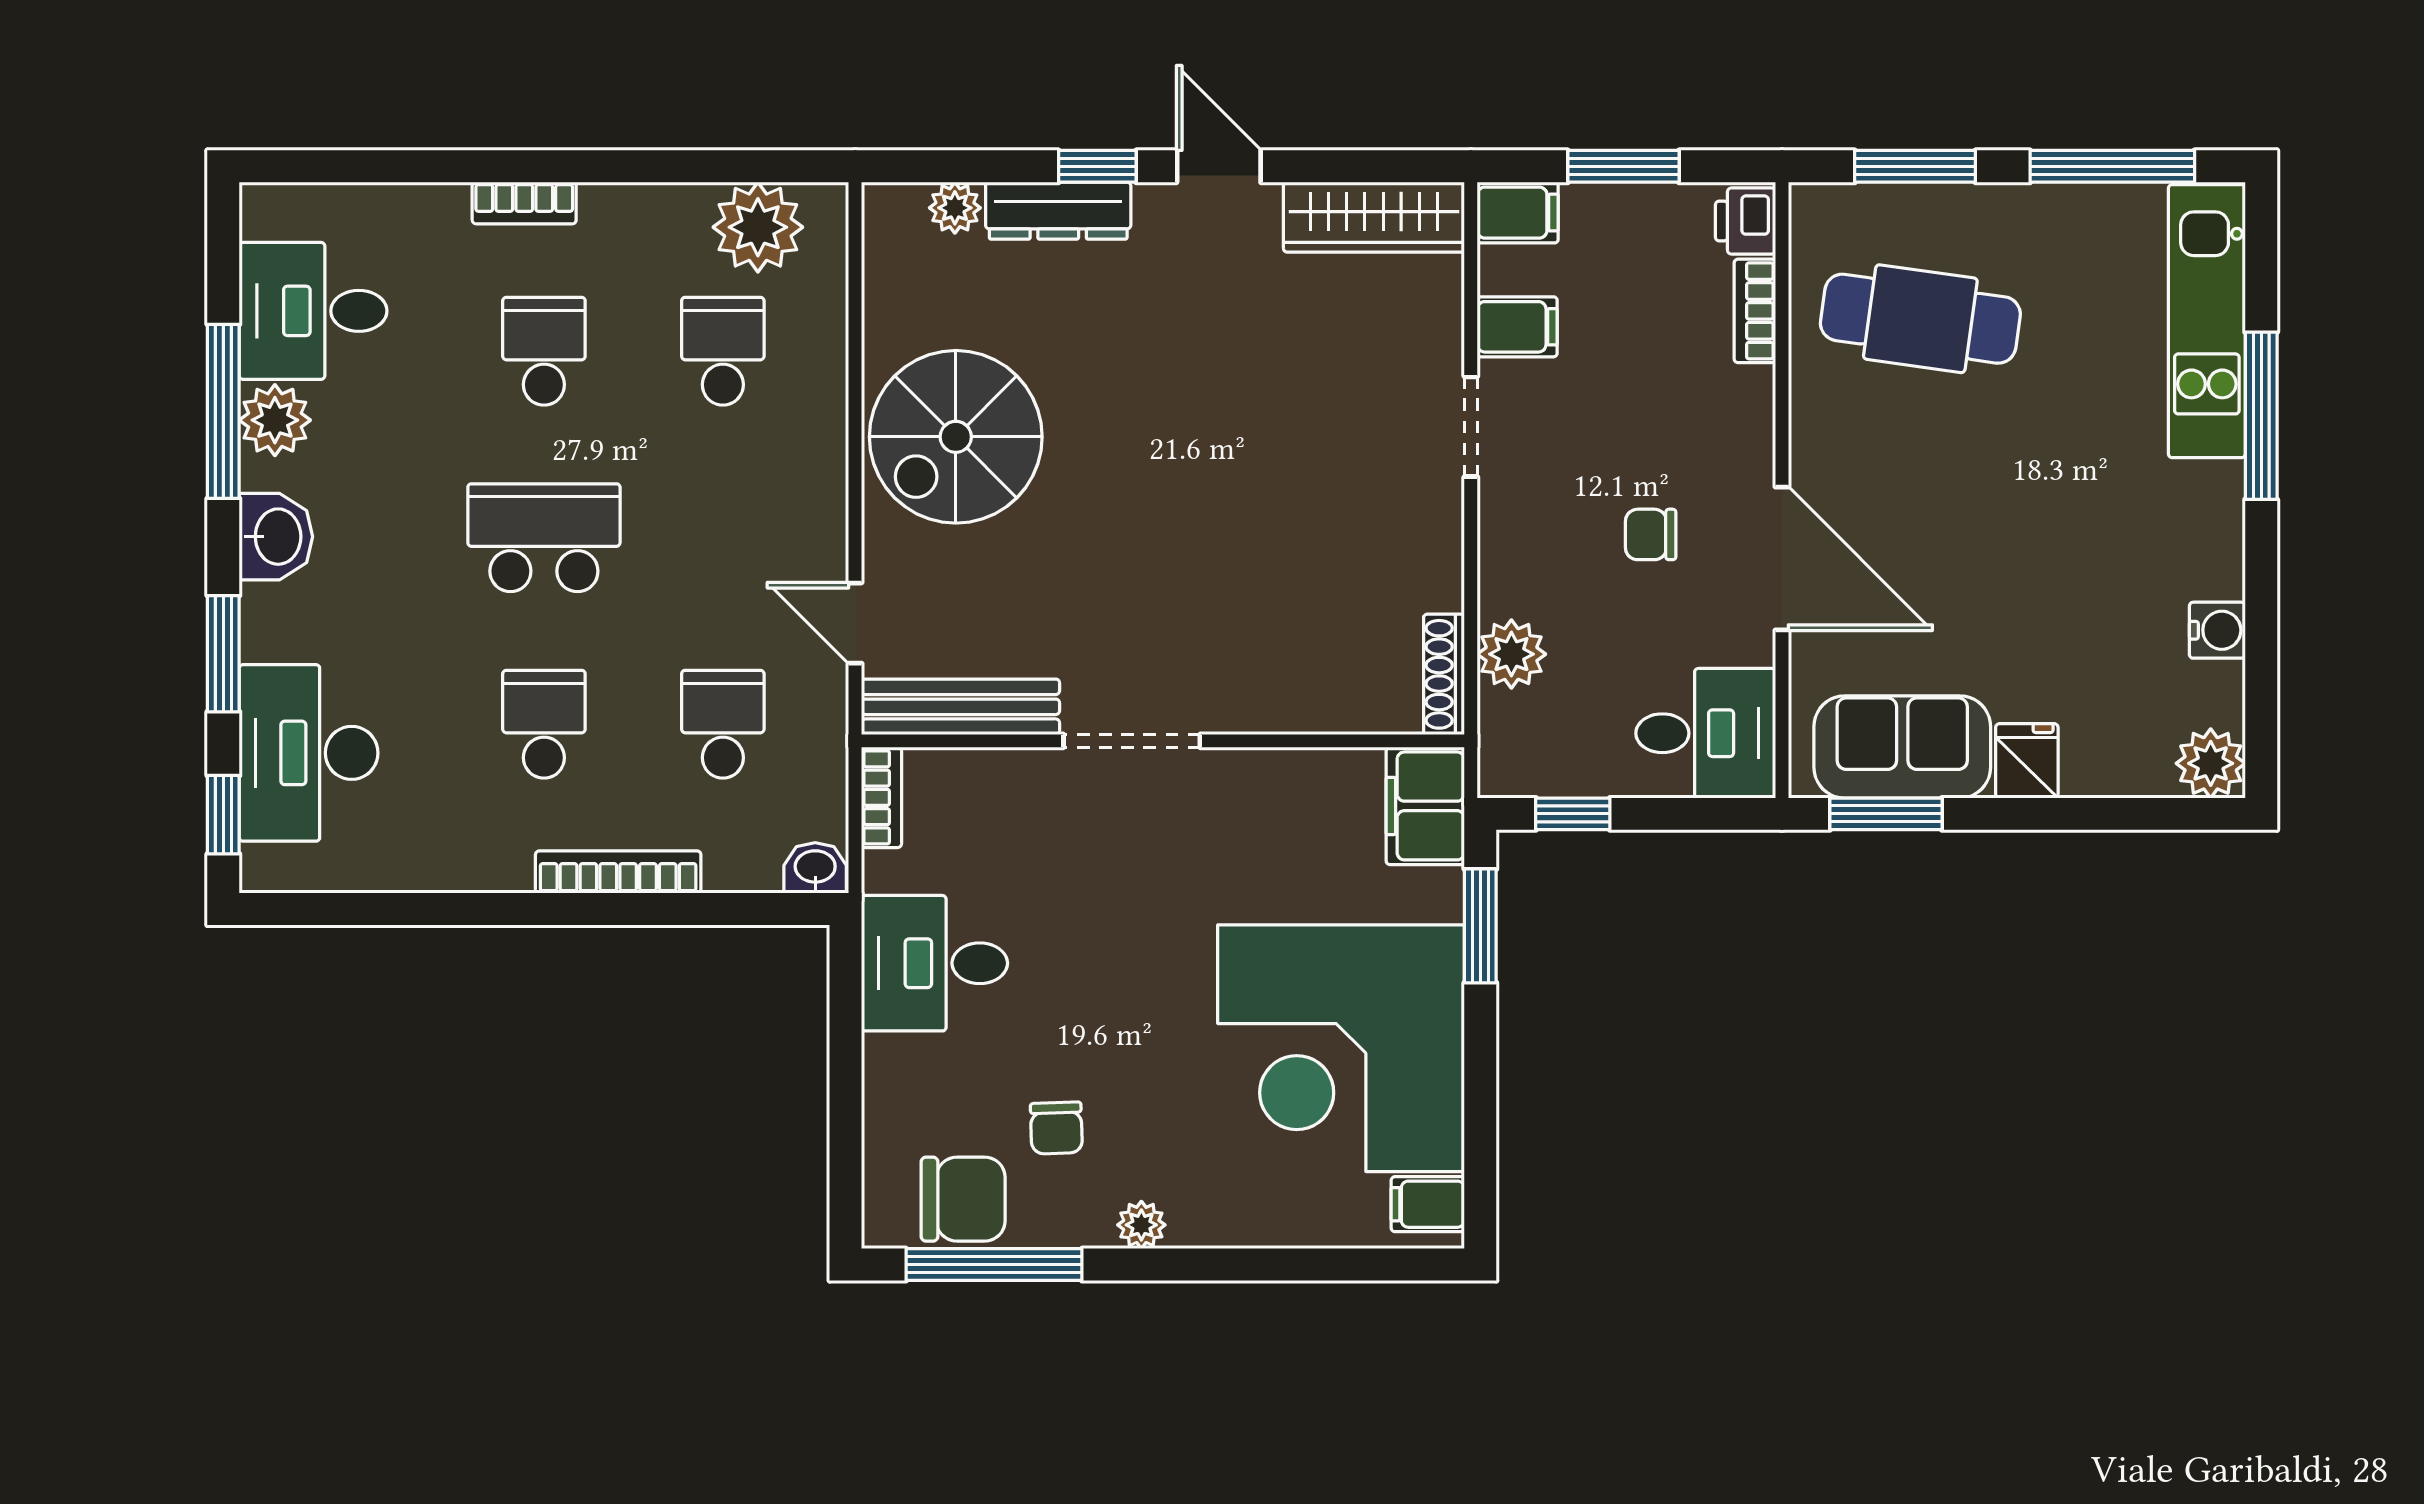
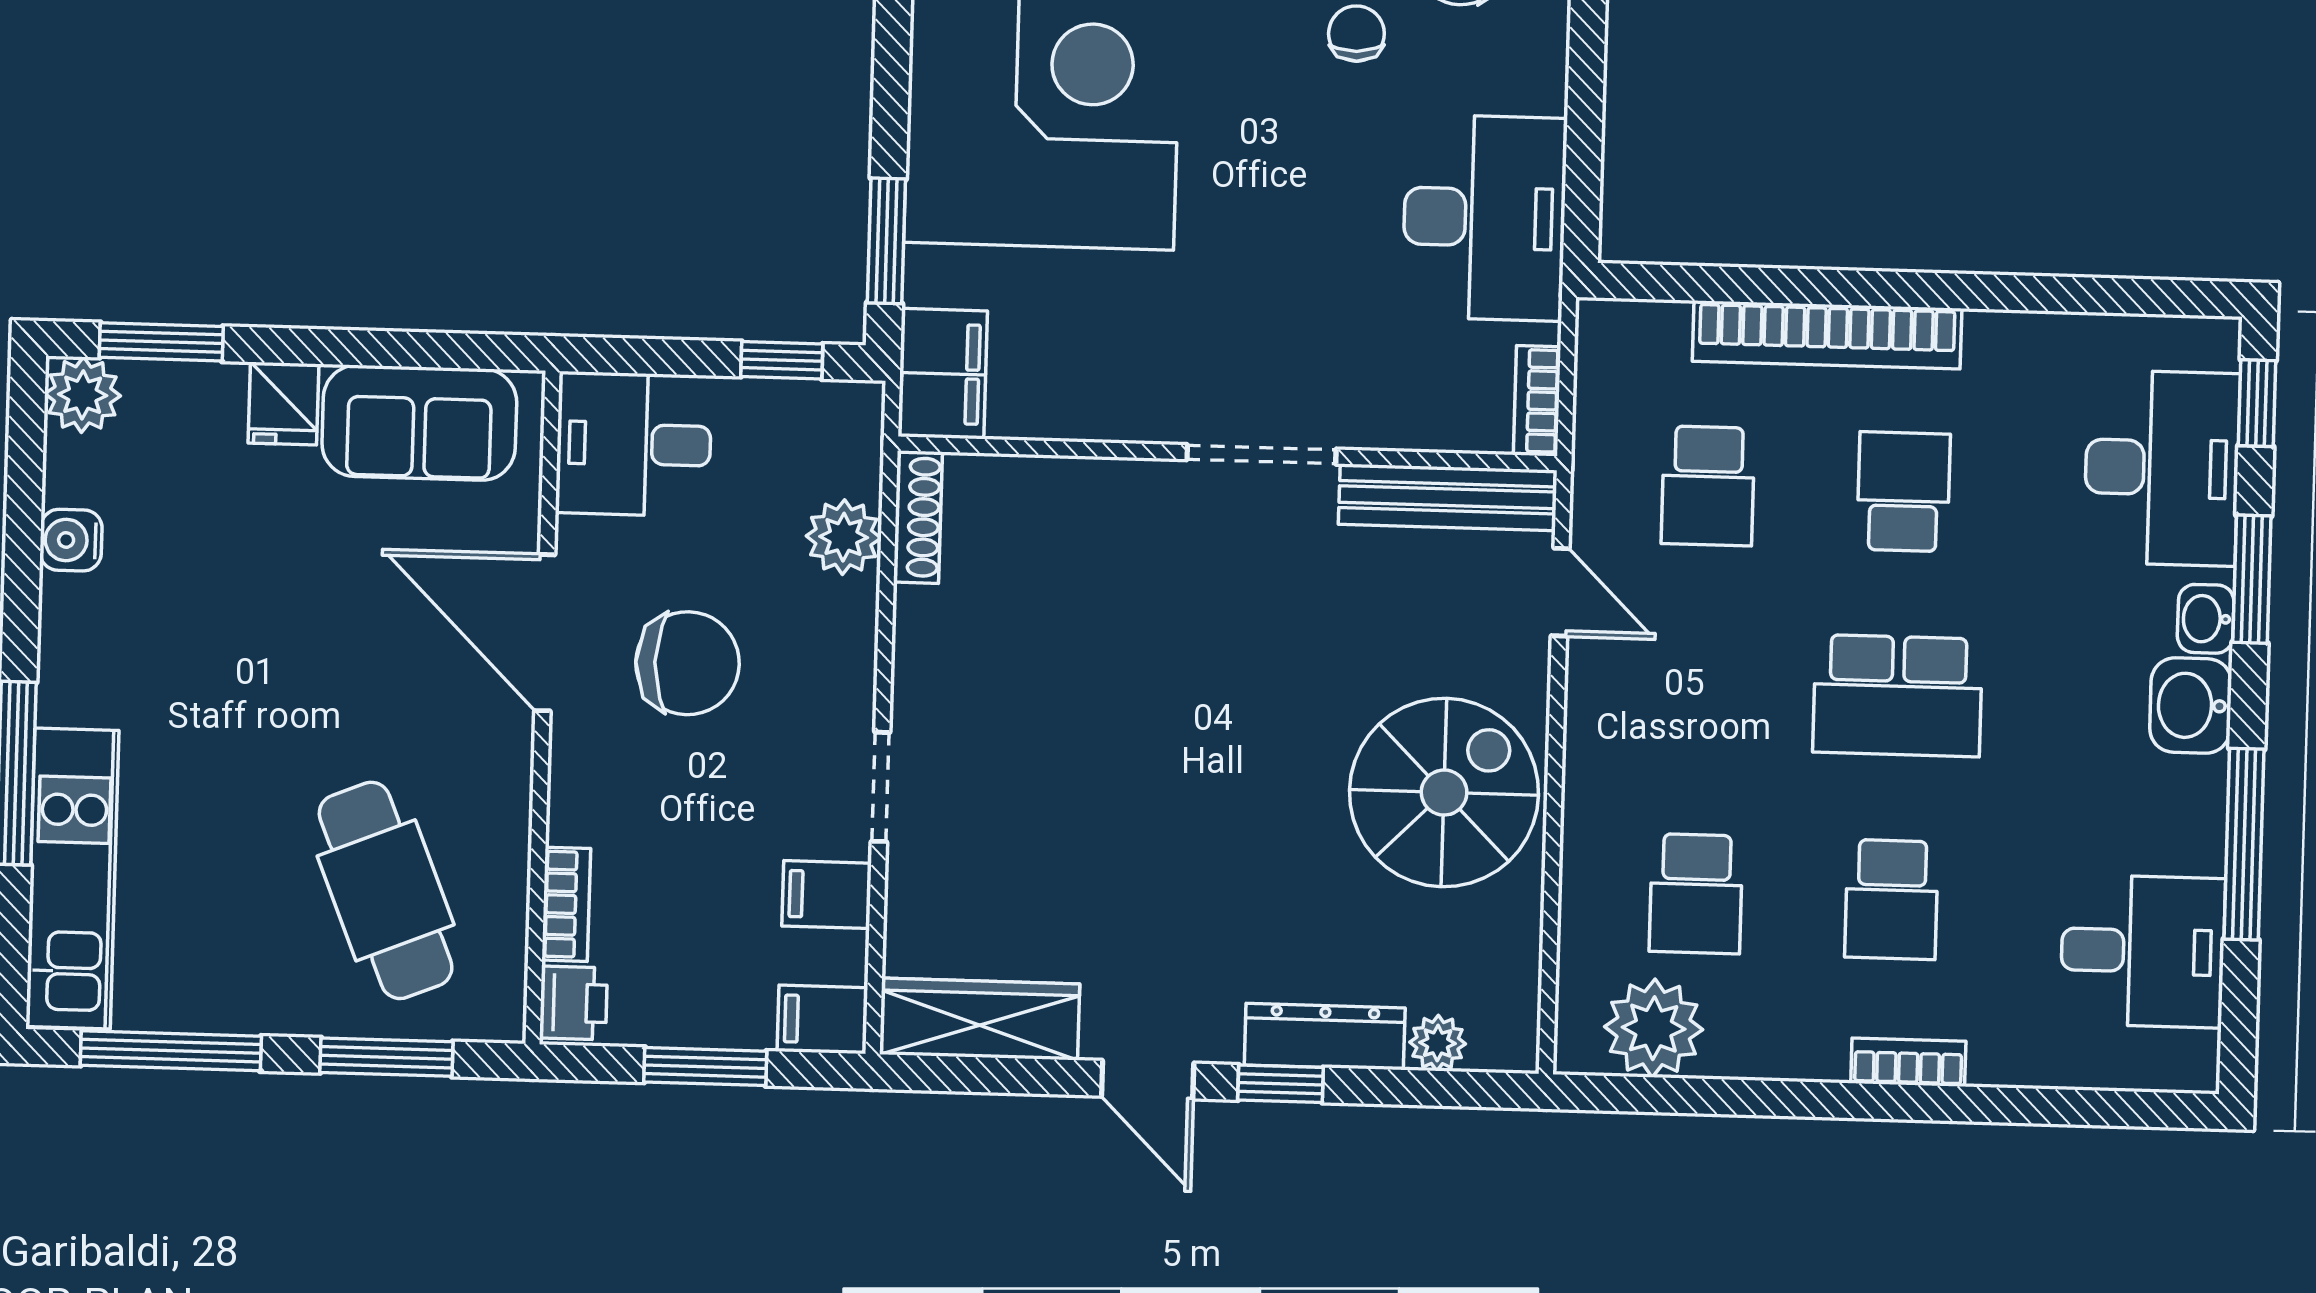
cafe table: (1920, 319) -> (386, 890), turned 60
plant: (275, 420) -> (2188, 833), removed
chair: (1651, 534) -> (688, 663), width x1.87, depth x1.87
school desk: (544, 724) -> (1904, 492), turned 180
window: (1886, 814) -> (161, 342), moved
washbasin: (815, 868) -> (2206, 619), moved, turned 90
bookcase: (618, 872) -> (1827, 335), width x1.48, depth x1.31
desk: (934, 963) -> (1484, 218), width x1.37

